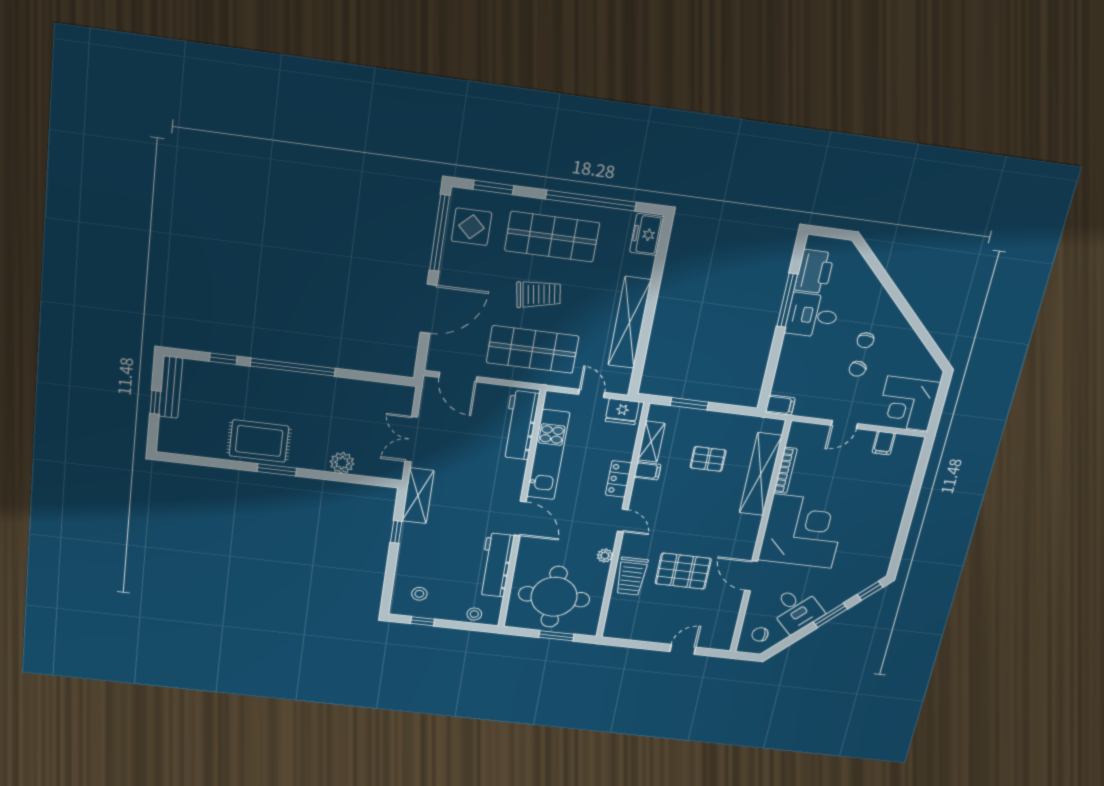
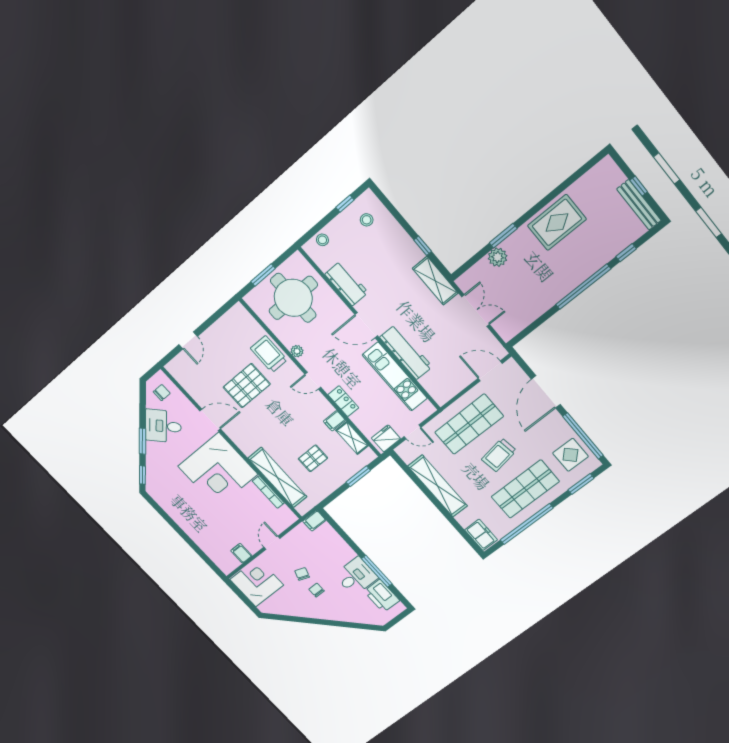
workbench: (520, 425) -> (406, 352), moved
window: (277, 470) -> (503, 236), moved
workbench: (496, 565) -> (346, 283), width x0.73

